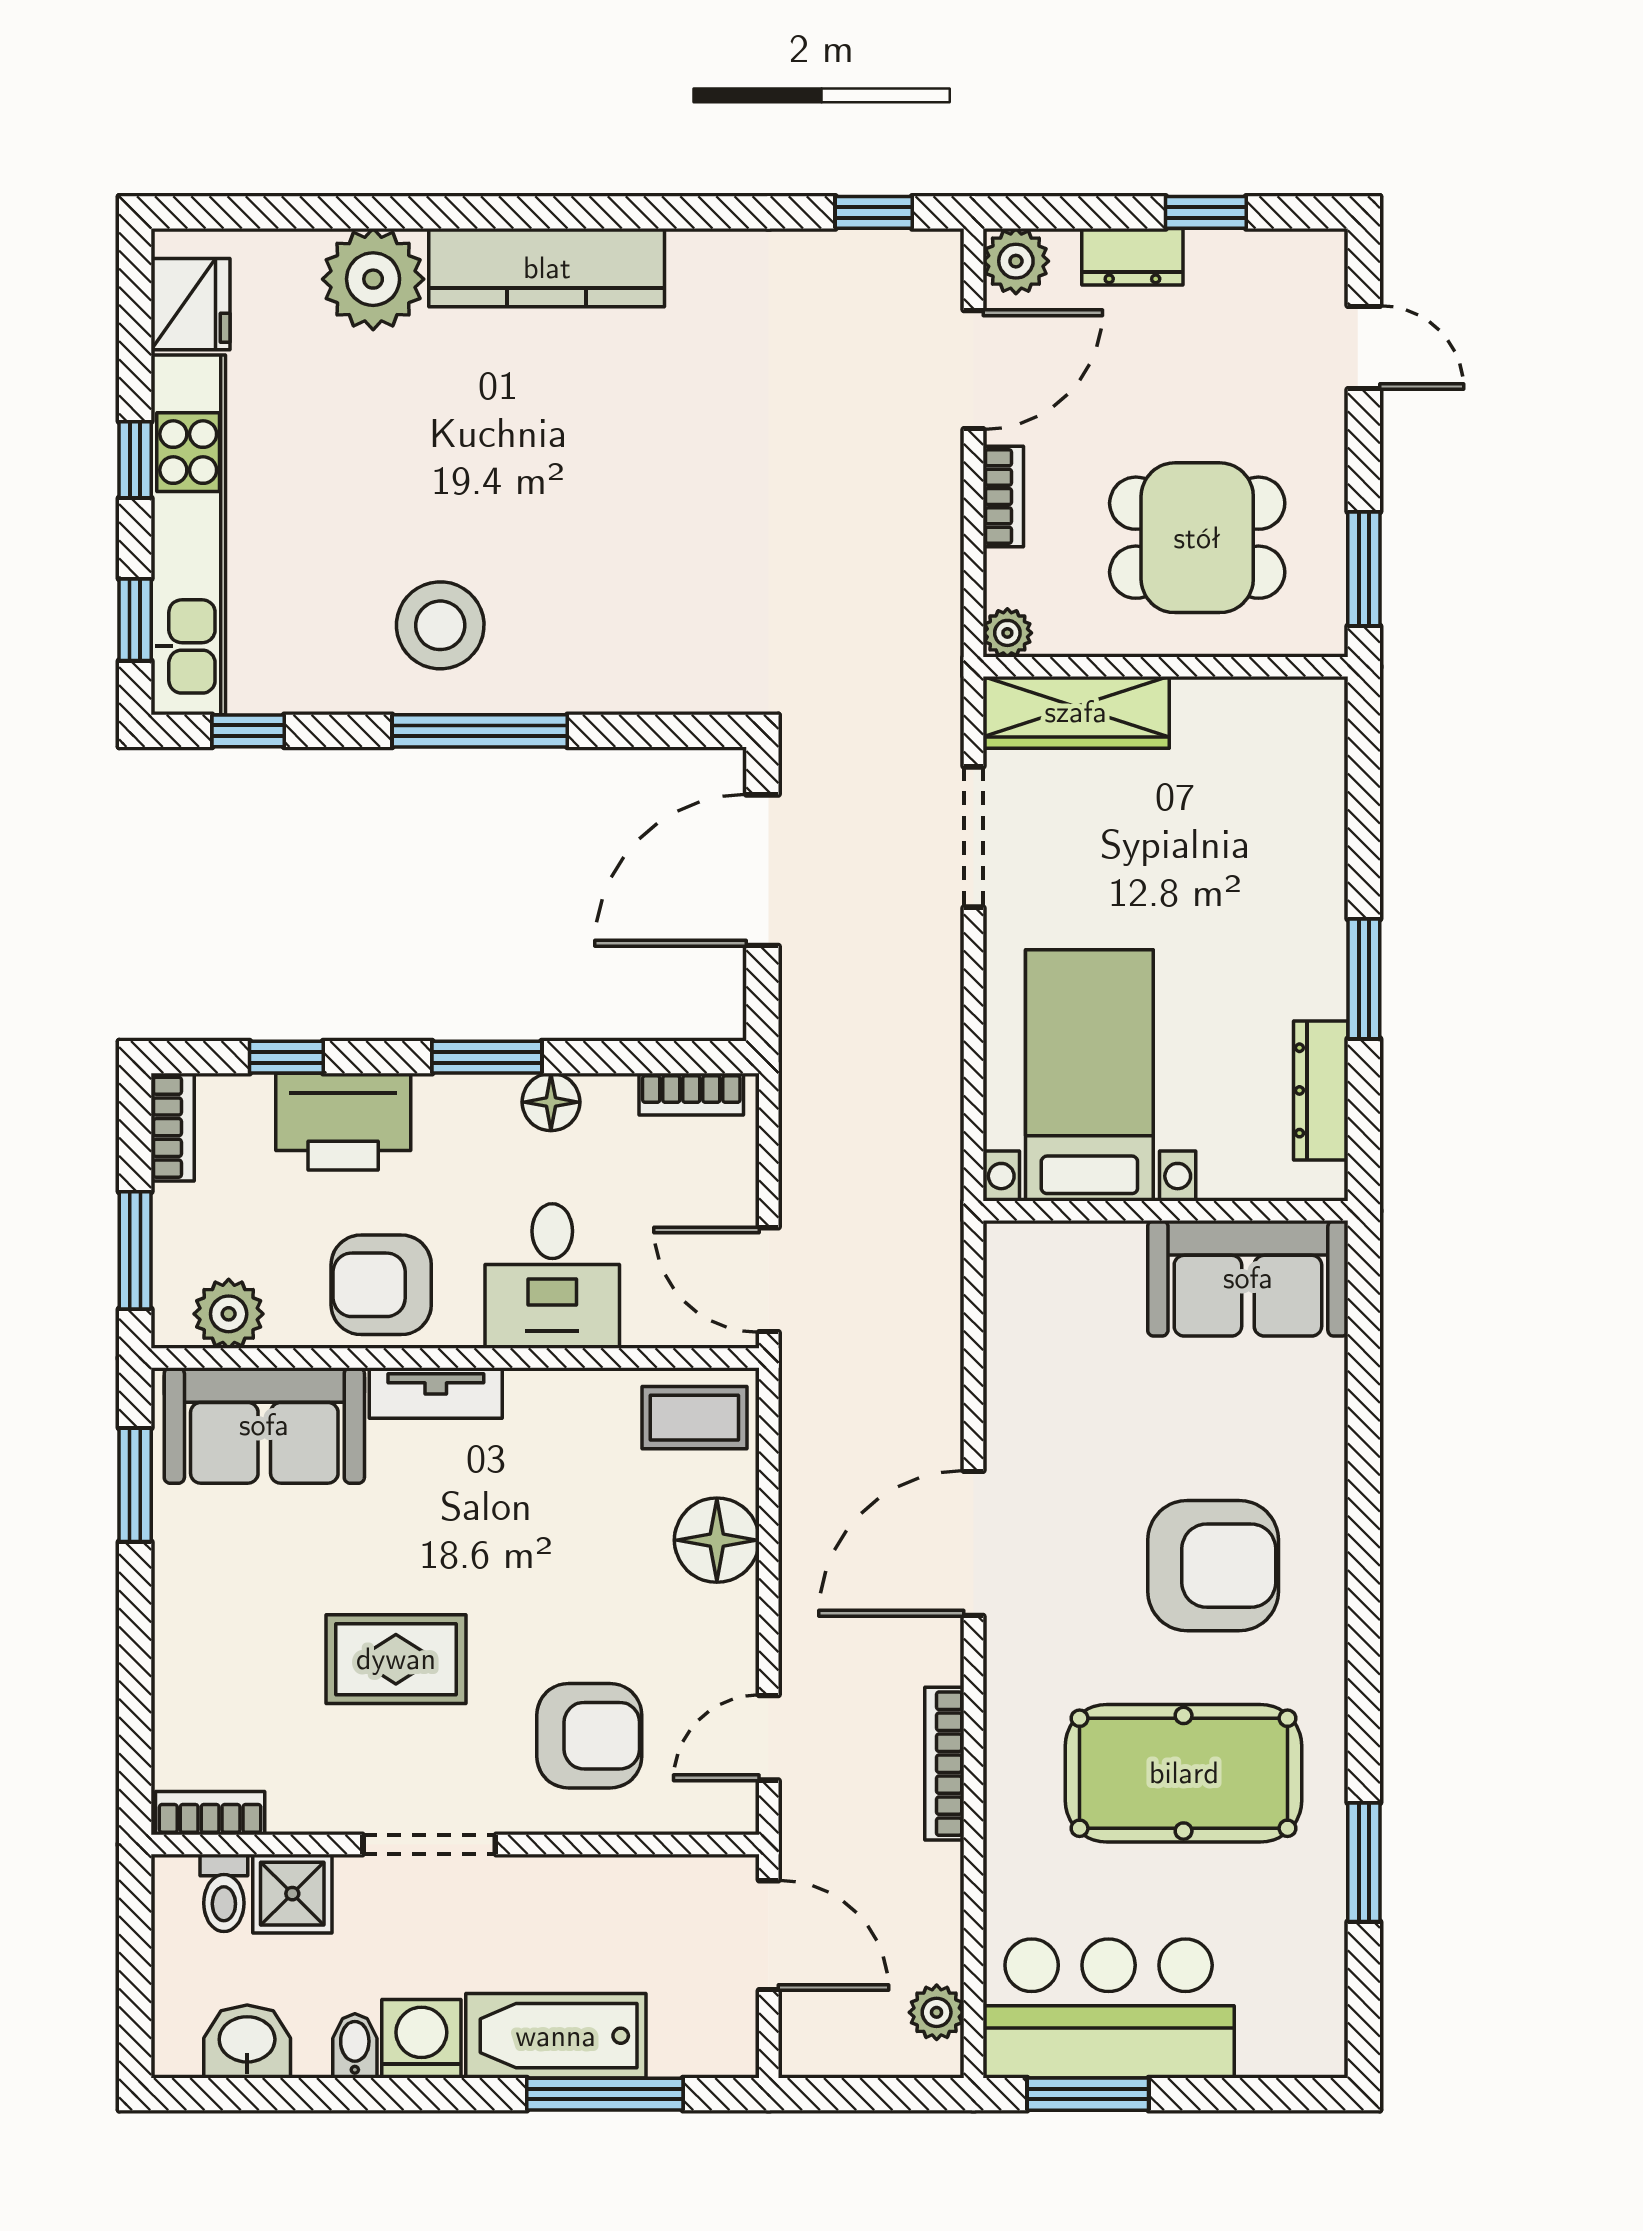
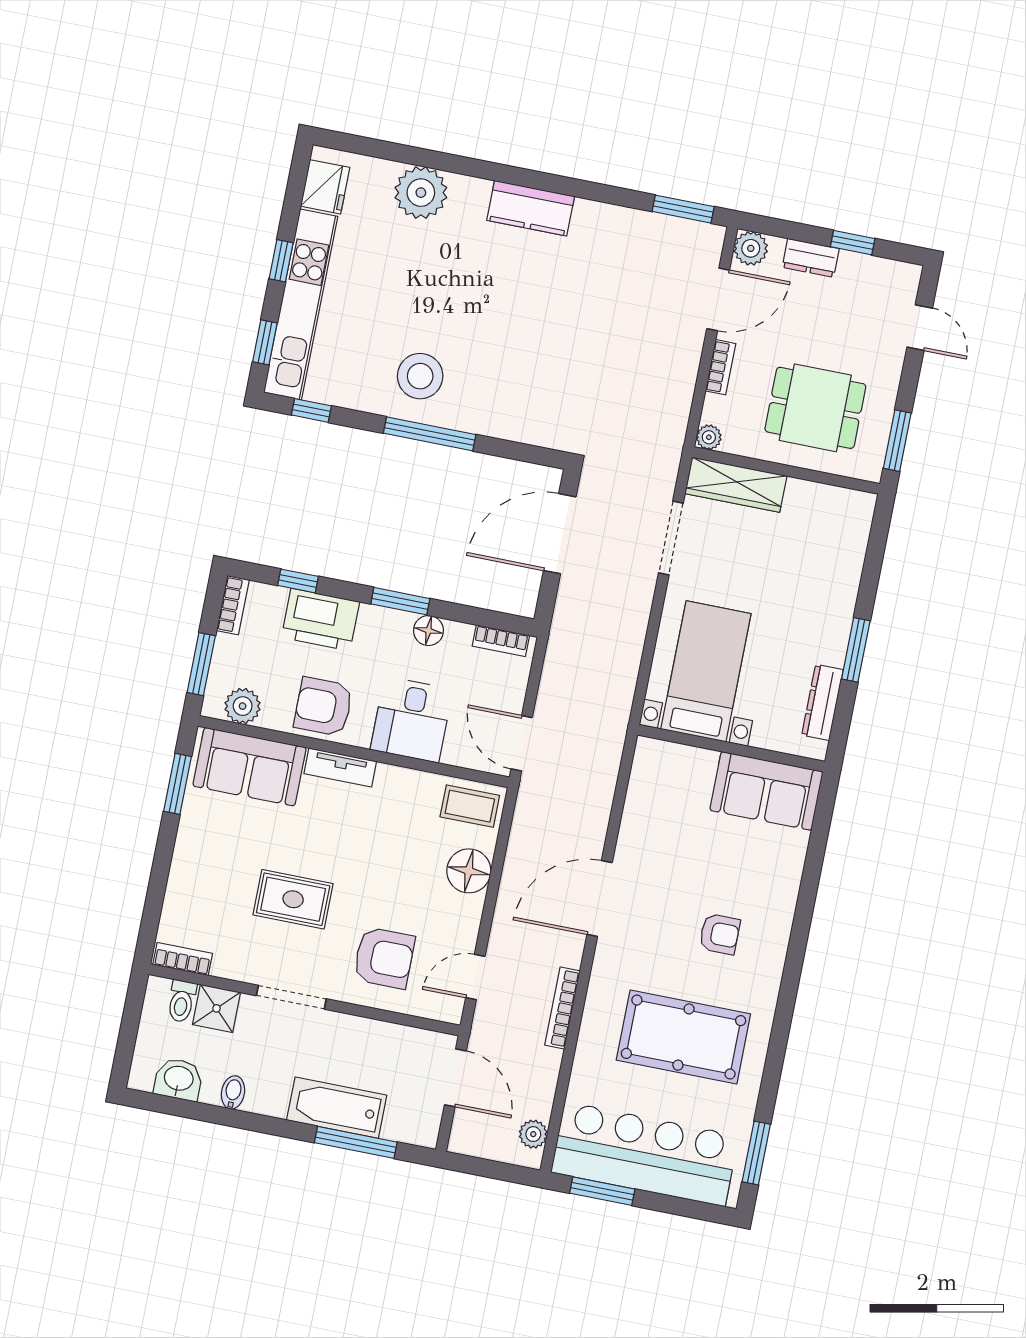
window: (874, 212) -> (683, 209), width x1.50
kitchen counter: (547, 268) -> (531, 208), width x0.67
armchair: (1213, 1566) -> (720, 934), width x0.53, depth x0.53
window: (1364, 1862) -> (756, 1153), moved
bar counter: (1109, 2008) -> (645, 1154), width x1.36
washing machine: (421, 2039) -> (268, 1095), removed

